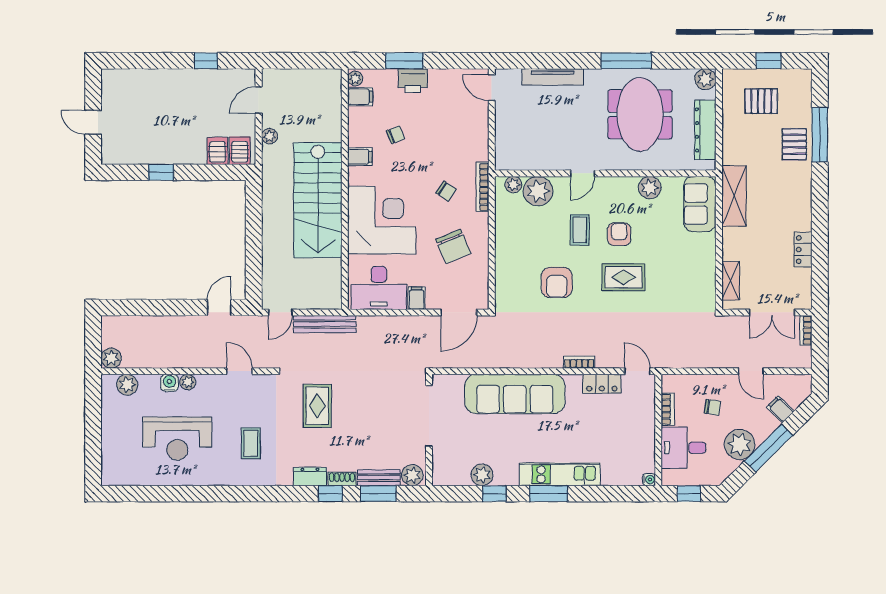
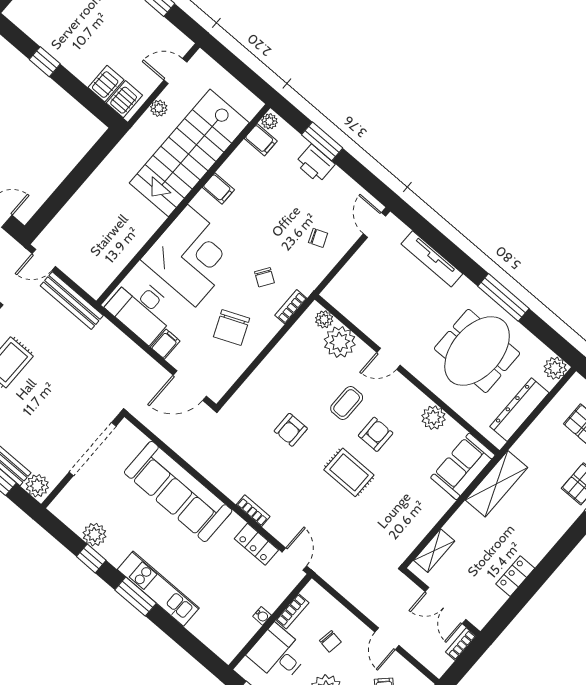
chair: (396, 135) -> (318, 238), moved
bookcase: (482, 187) -> (291, 307), width x0.64
stairs: (318, 200) -> (189, 153), moved
armchair: (557, 282) -> (291, 430), width x0.72, depth x0.72
water cooler: (649, 480) -> (262, 616), moved

